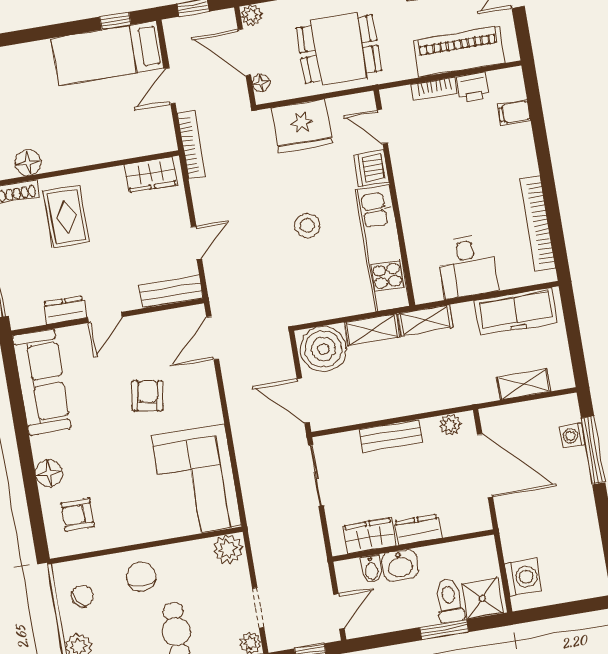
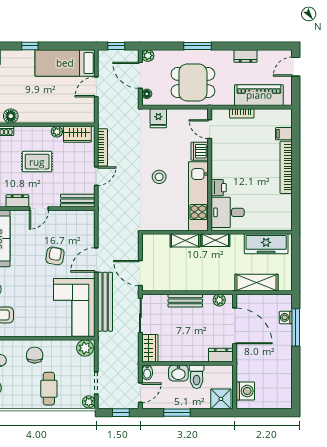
window: (115, 21) -> (30, 46), moved
printer: (473, 87) -> (219, 188), moved, turned -90
fridge: (302, 126) -> (158, 118), width x0.53, depth x0.75
bookcase: (191, 145) -> (103, 147), moved
plant: (114, 176) -> (57, 132), added
rug: (66, 217) -> (37, 162), moved, turned 90
bookcase: (537, 224) -> (286, 167), moved
desk: (468, 266) -> (228, 212), moved, turned 90
door: (213, 338) -> (96, 260), moved
boiler: (323, 349) -> (156, 247), removed
shelving: (524, 384) -> (256, 283), width x1.50, depth x1.33
bench: (249, 462) -> (105, 302), added
dresser: (418, 530) -> (221, 355), moved
wardrobe: (369, 536) -> (150, 348), moved, turned 90
bidet: (371, 569) -> (147, 372), moved
toilet: (449, 601) -> (197, 377), moved, turned 180
window: (444, 630) -> (177, 413), moved

